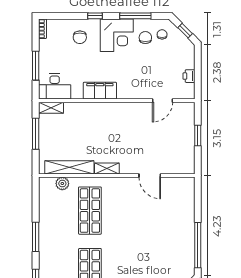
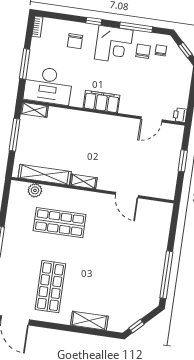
printer: (189, 76) -> (180, 115), moved
desk: (55, 87) -> (48, 85), width x1.36, depth x1.30
filing cabinet: (100, 91) -> (102, 102), moved
shop shelf: (90, 211) -> (60, 223), turned 90

